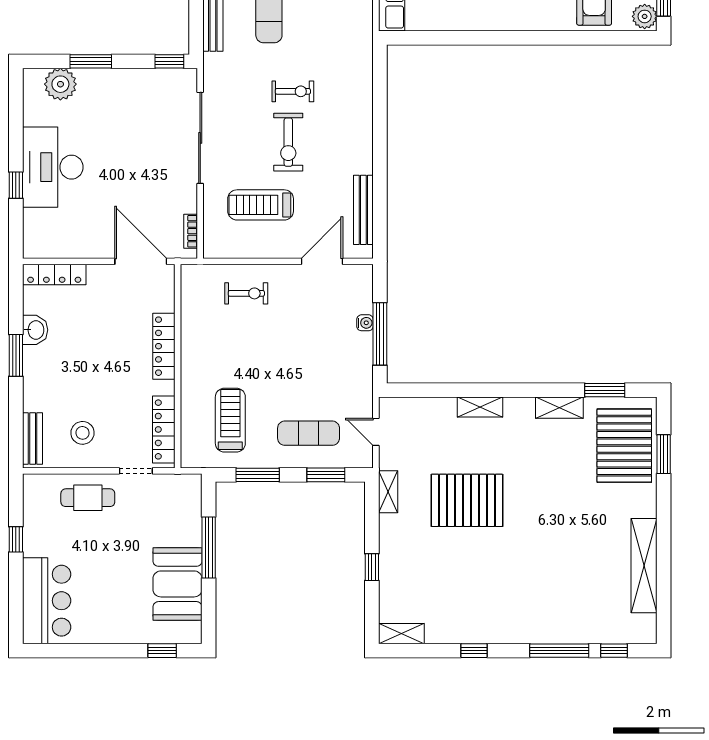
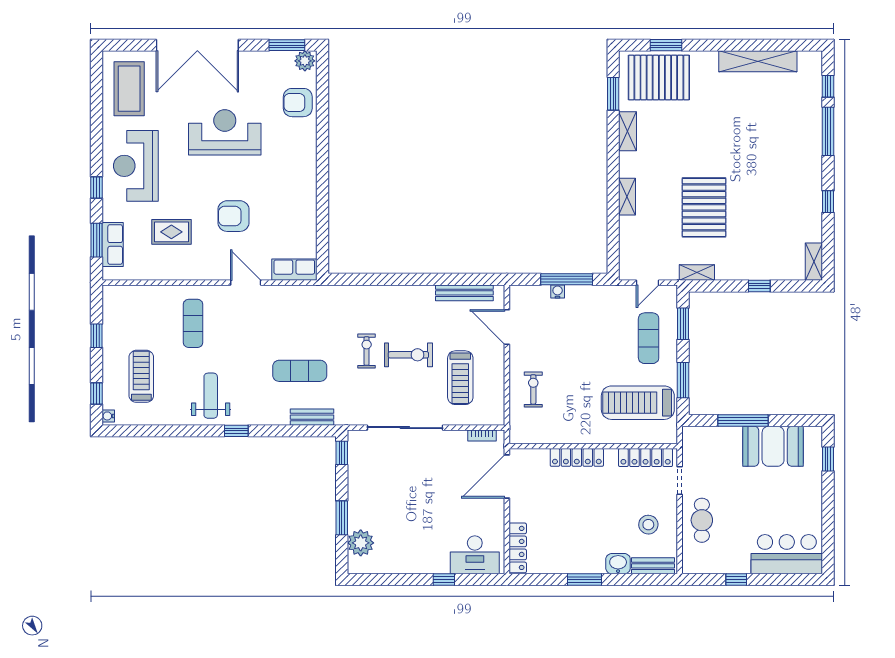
desk: (53, 167) -> (475, 555), moved, width x0.73, depth x0.77
washbasin: (35, 330) -> (618, 564), moved
treadmill: (230, 420) -> (638, 403), width x1.37, depth x1.38

